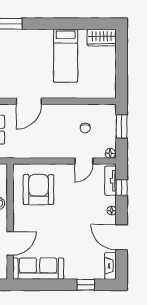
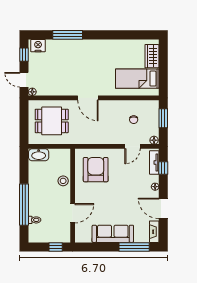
wardrobe: (102, 38) -> (152, 56), moved, turned 90
bed: (66, 56) -> (137, 79), moved, turned 90
door: (29, 101) -> (88, 98), hinge flipped
sofa: (38, 269) -> (113, 234), moved
window: (86, 285) -> (134, 247), width x2.17

